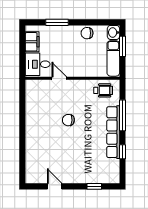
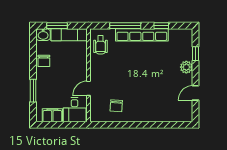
wheelchair: (103, 90) -> (101, 45), turned 180
chair: (68, 120) -> (116, 106), moved
plant: (81, 177) -> (186, 67), added

